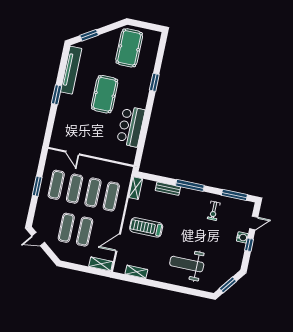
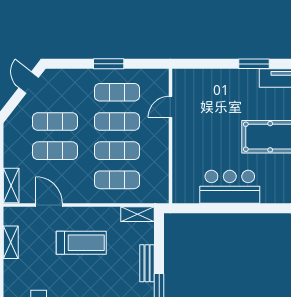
treadmill: (146, 227) -> (81, 243), turned 90

